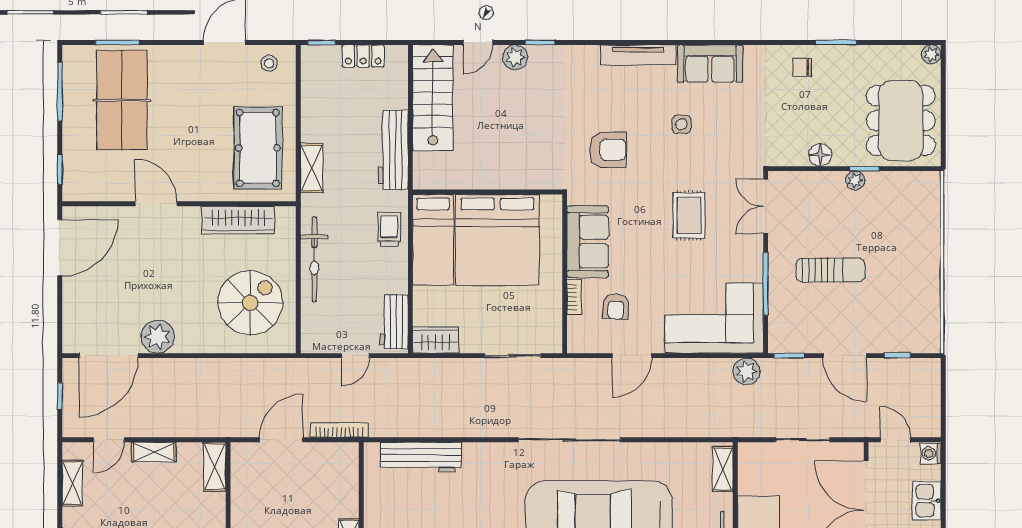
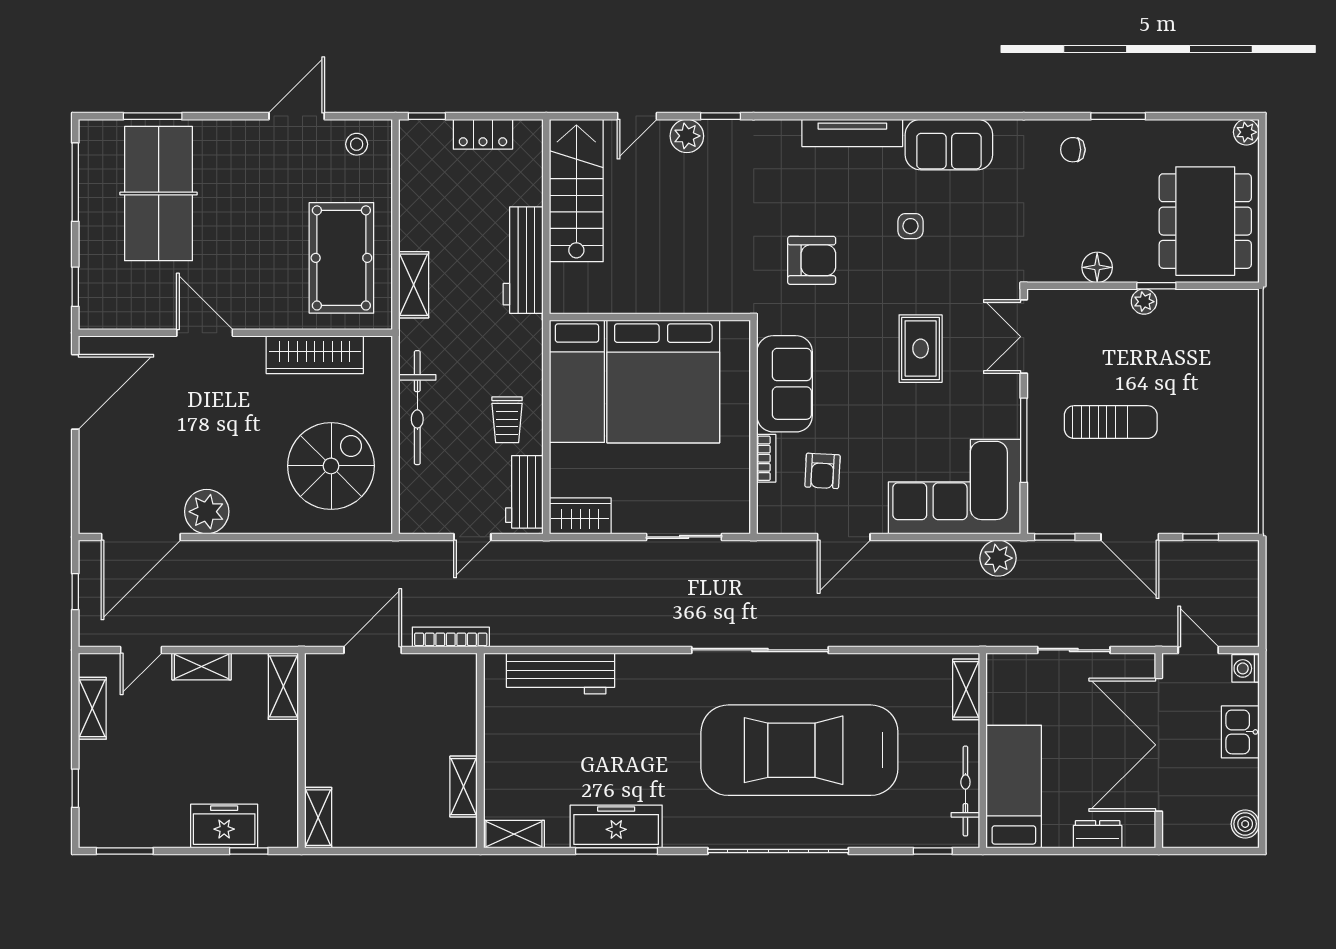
trolley: (389, 229) -> (507, 420), moved, turned 180

